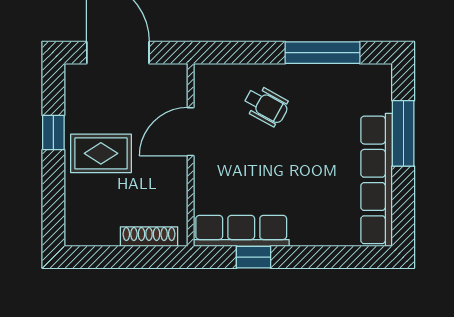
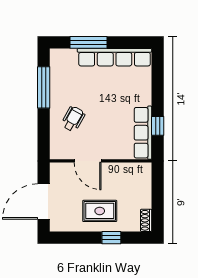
window: (53, 132) -> (111, 238), moved
rug: (101, 153) -> (100, 211), turned 90
shoe rack: (149, 237) -> (146, 220), moved, width x0.70

